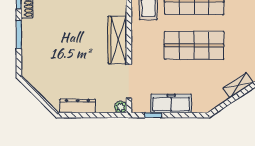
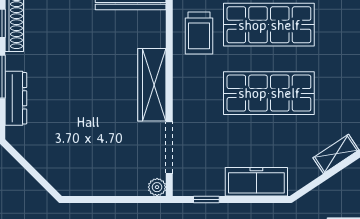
freezer: (171, 104) -> (256, 182), moved
dresser: (77, 106) -> (16, 98), moved, turned 90

